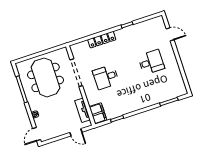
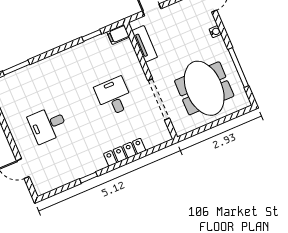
desk: (106, 77) -> (114, 96), turned -90
filing cabinet: (98, 113) -> (118, 34), width x0.50

